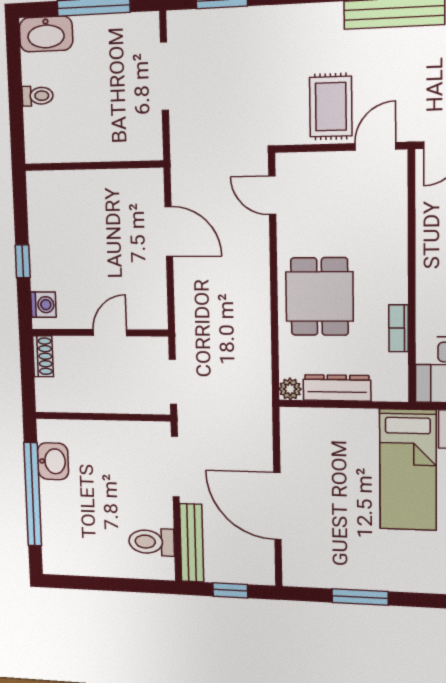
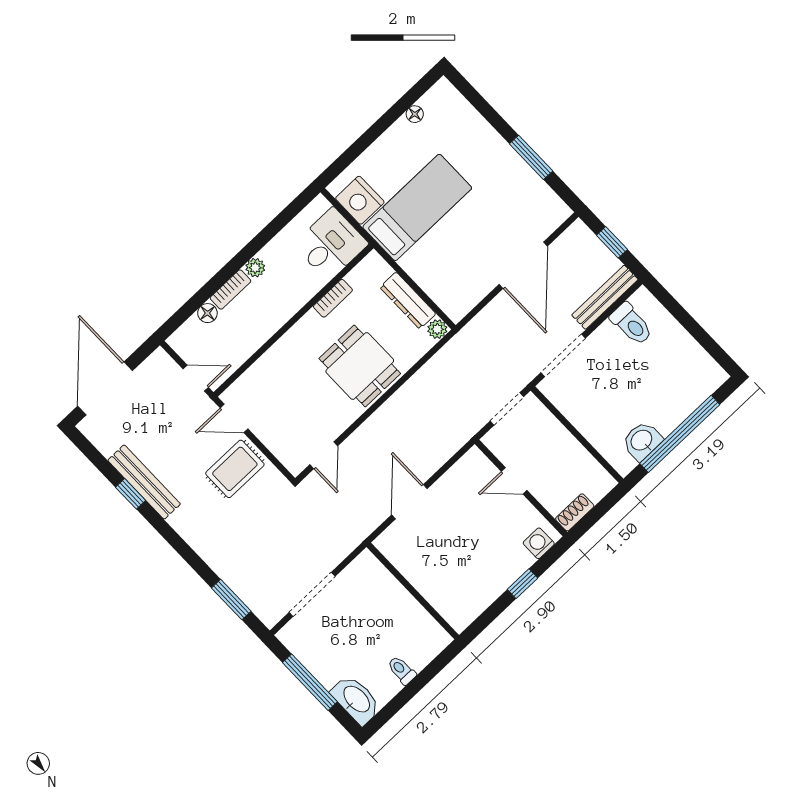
dining table: (319, 296) -> (360, 366), turned 90

